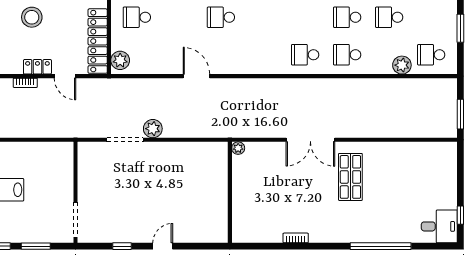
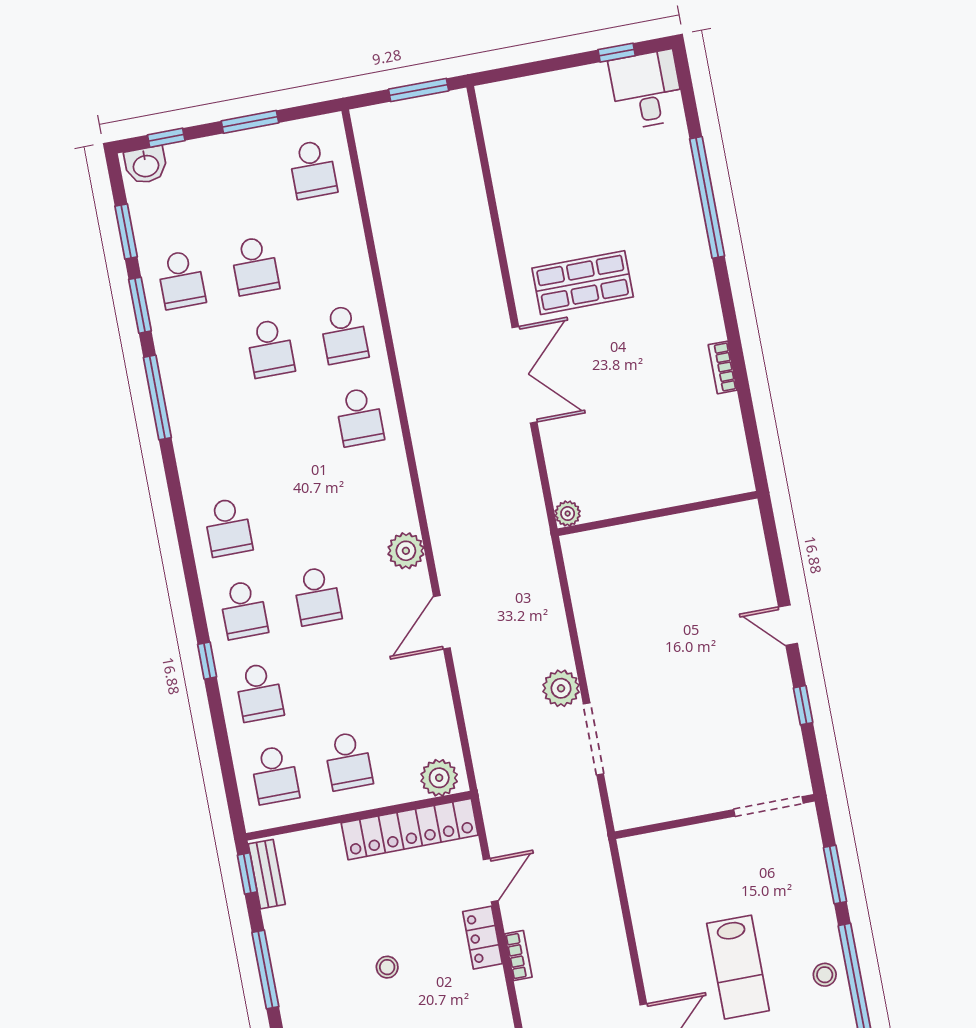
stool: (32, 17) -> (387, 967), width x0.53, depth x0.53
plant: (402, 65) -> (406, 551), moved

